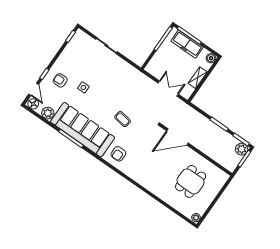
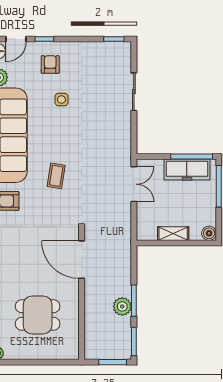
freezer: (187, 44) -> (187, 170), moved, turned -90
double door: (168, 89) -> (134, 184), moved
plant: (242, 149) -> (122, 306), moved

